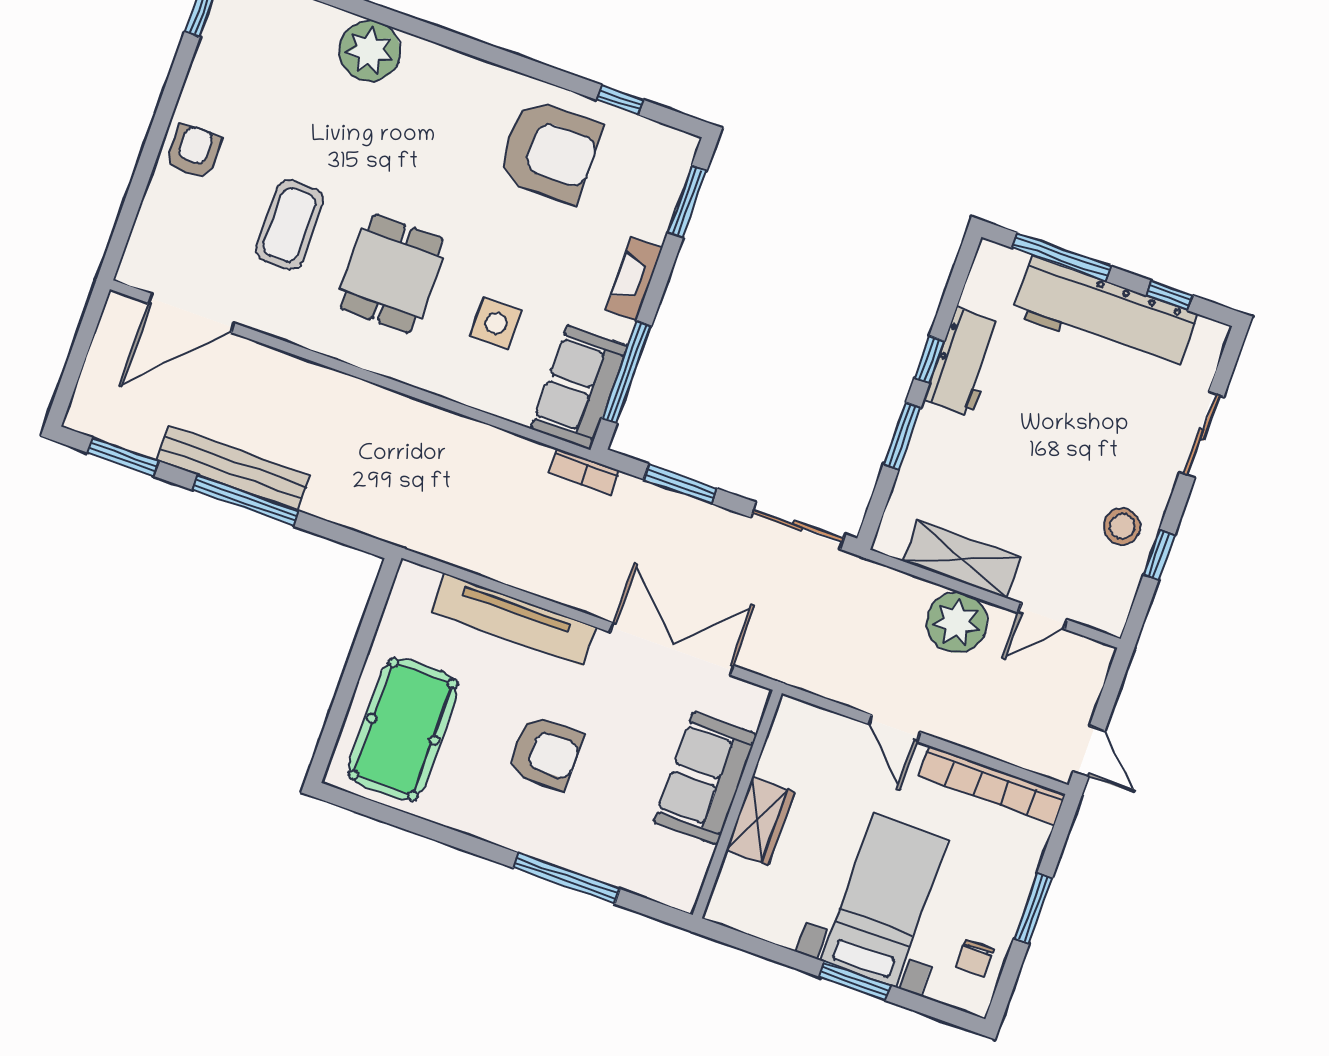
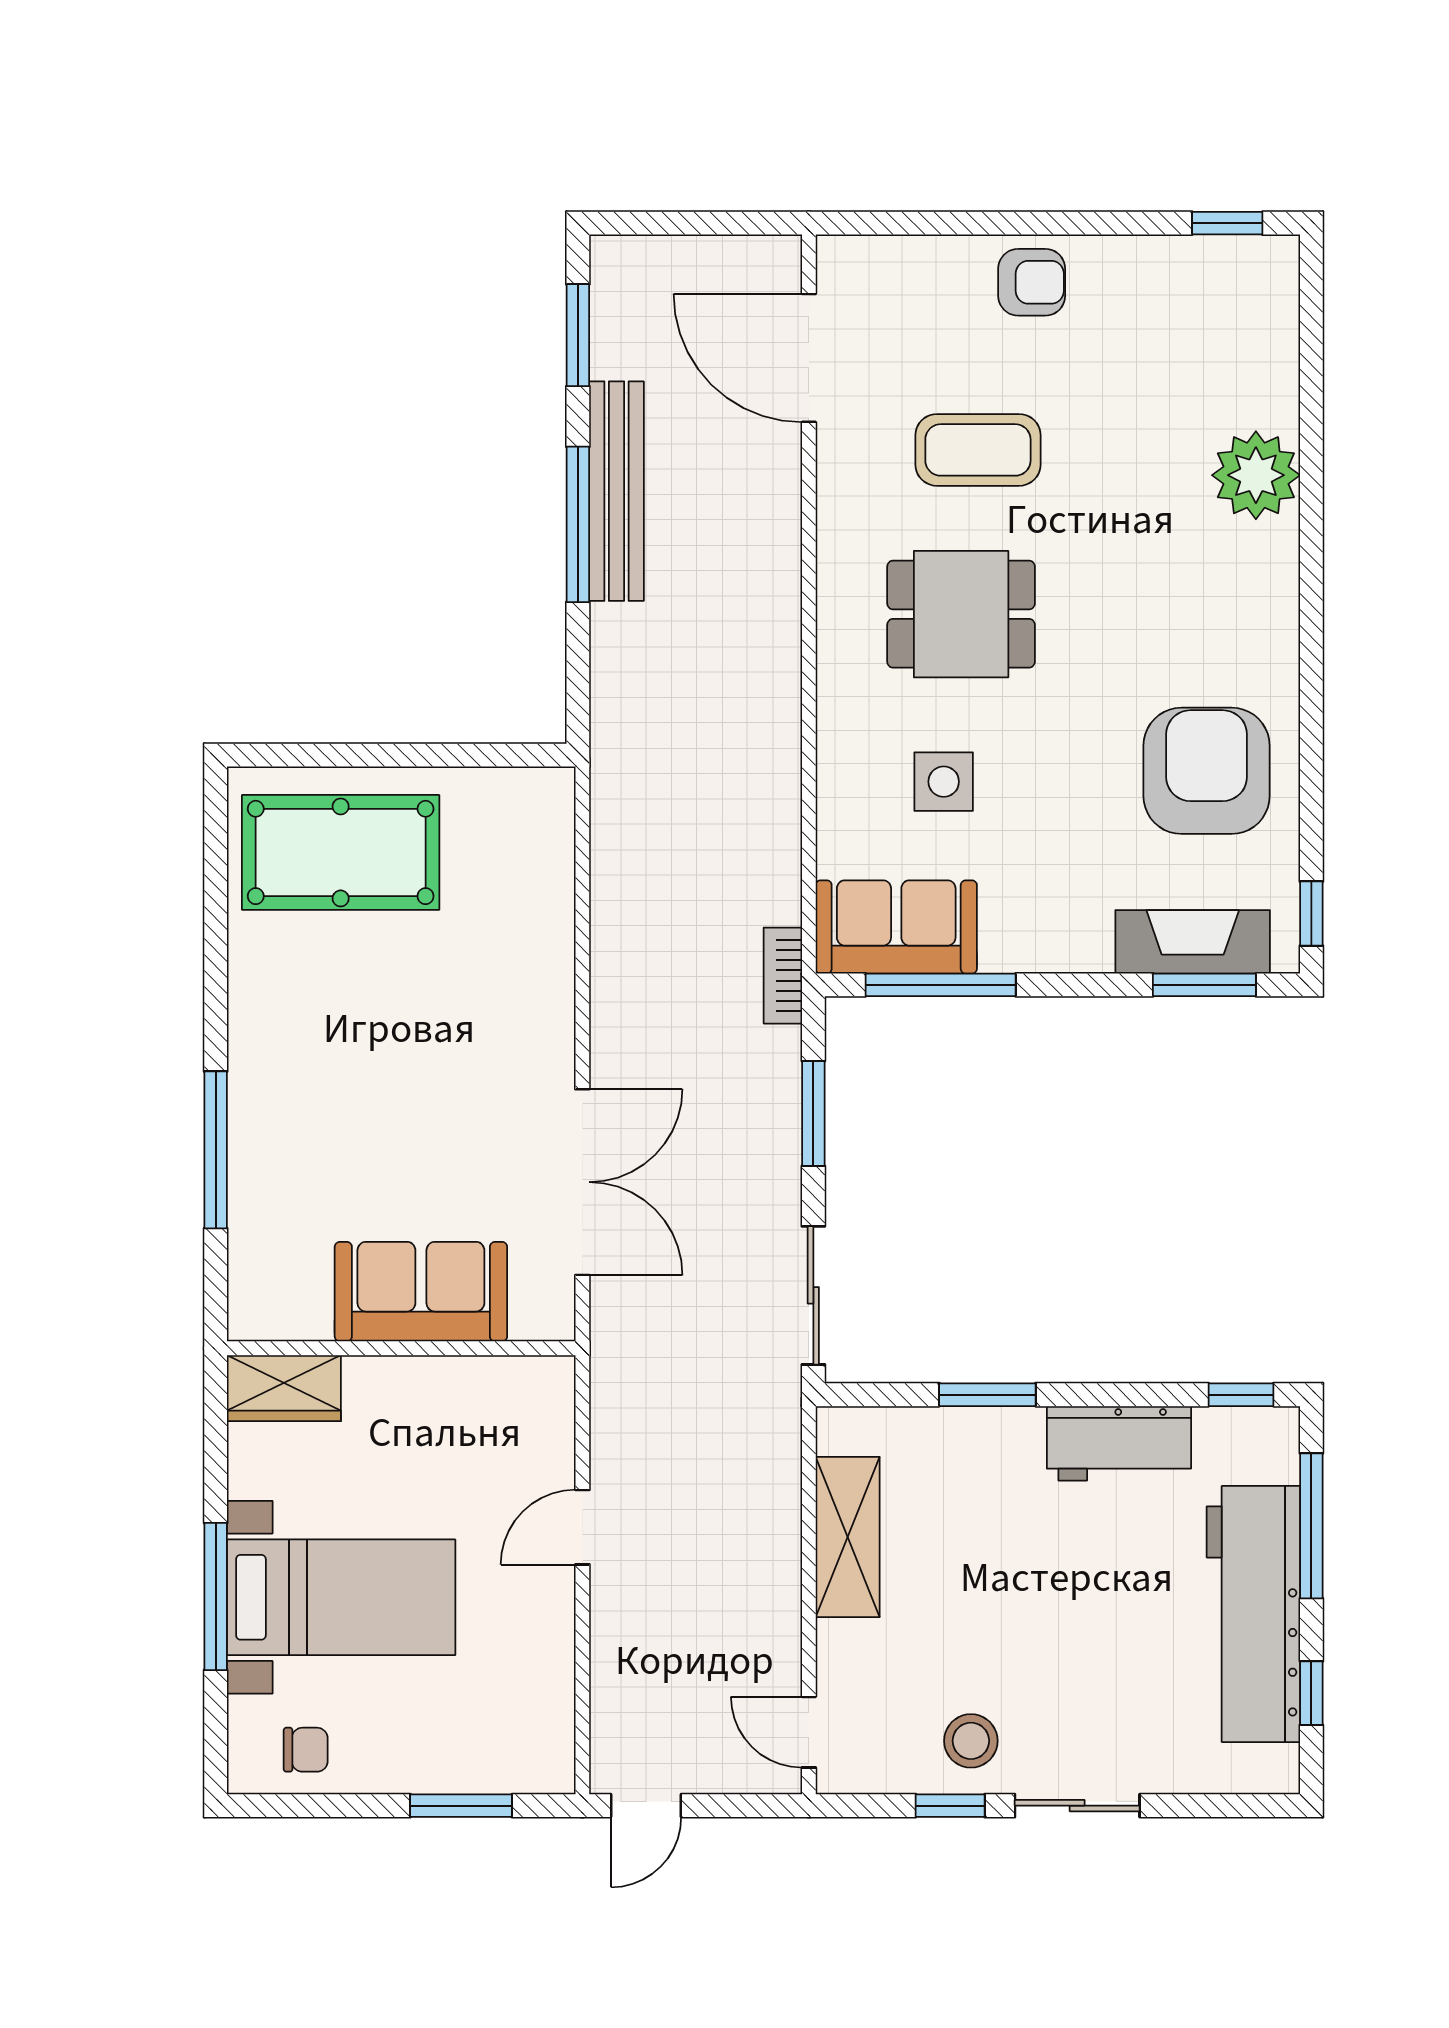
window: (620, 100) -> (1311, 914), moved
armchair: (549, 151) -> (1207, 771), turned 180
fireplace: (634, 279) -> (1193, 942), moved, width x1.37, depth x1.32
window: (929, 360) -> (1241, 1395), moved
sliding door: (1202, 435) -> (1077, 1806), moved
door: (1043, 616) -> (809, 1732), moved
tv unit: (513, 619) -> (546, 950), removed
plant: (957, 622) -> (758, 1561), removed
armchair: (545, 752) -> (378, 1059), removed
bookcase: (992, 785) -> (552, 1689), removed
wardrobe: (760, 821) -> (284, 1388), moved
window: (1033, 908) -> (461, 1806), moved
chair: (975, 958) -> (306, 1750), turned 180
window: (855, 981) -> (216, 1597), width x1.44

